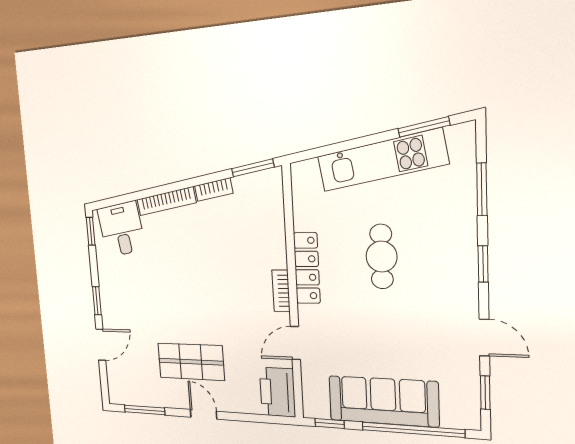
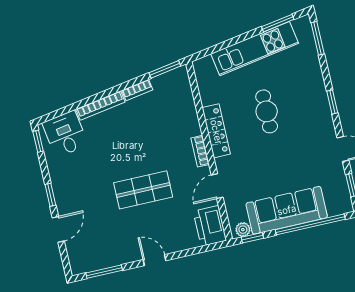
window: (482, 189) -> (318, 38), moved
shop shelf: (191, 362) -> (143, 190), moved
plant: (319, 409) -> (243, 230), added

